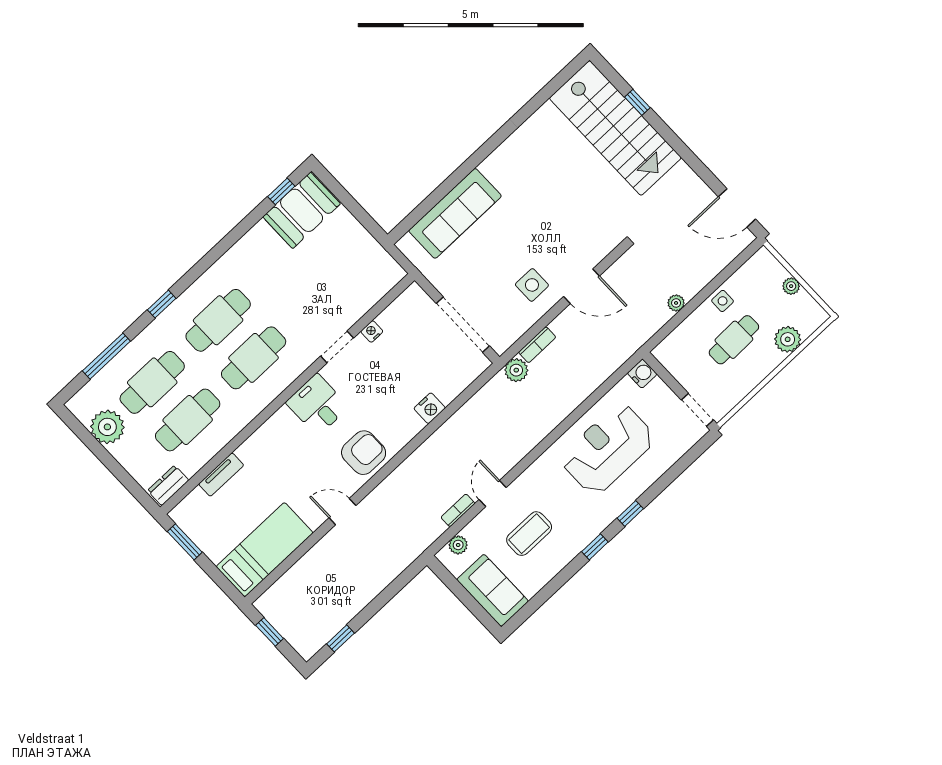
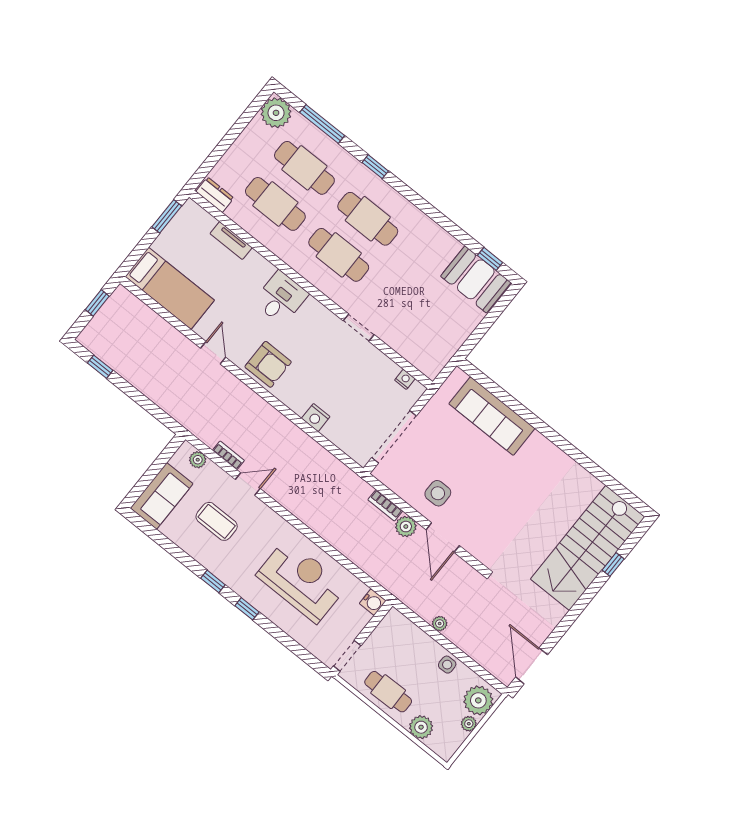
plant: (767, 272) -> (478, 700), added
nightstand: (372, 331) -> (405, 379), moved
cafe table: (734, 340) -> (388, 692), moved
plant: (516, 370) -> (406, 527), moved
desk: (317, 405) -> (281, 298), moved
plant: (107, 427) -> (276, 113), moved

